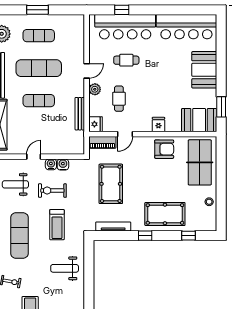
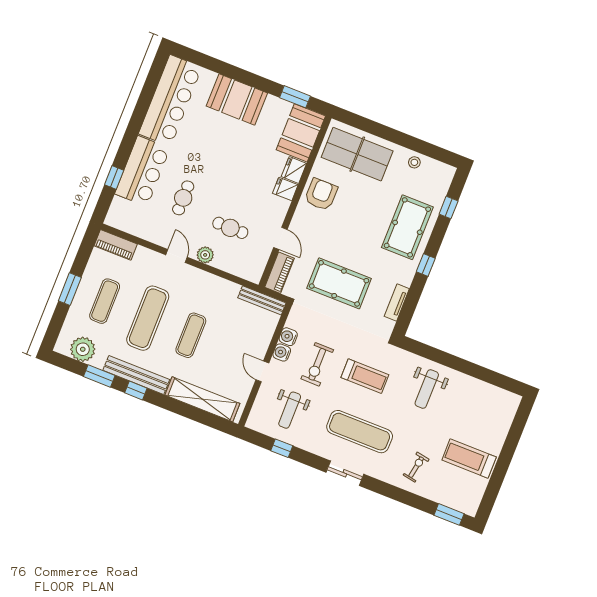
bar counter: (125, 27) -> (142, 171), width x0.73
piano: (78, 28) -> (116, 245), added
bench: (80, 114) -> (262, 300), moved
fridge: (96, 124) -> (294, 170), moved, turned -90
tv unit: (113, 226) -> (397, 303), width x0.71

